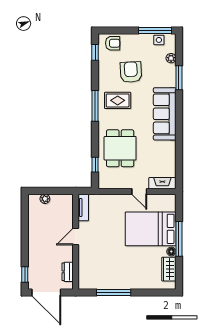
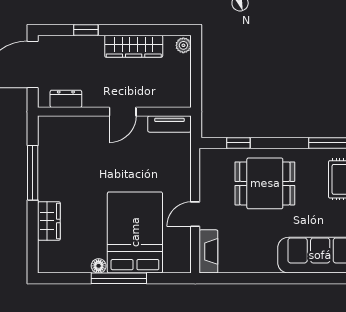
plant: (45, 199) -> (183, 45), moved
wardrobe: (35, 230) -> (134, 46), added
door: (76, 237) -> (123, 112), swing flipped
wardrobe: (169, 269) -> (49, 221), moved, turned 90
window: (25, 275) -> (86, 30), moved

